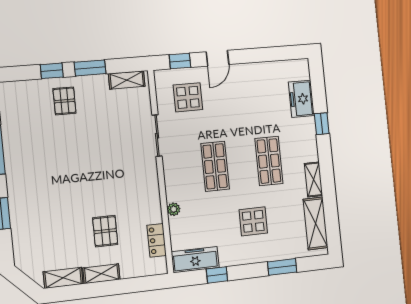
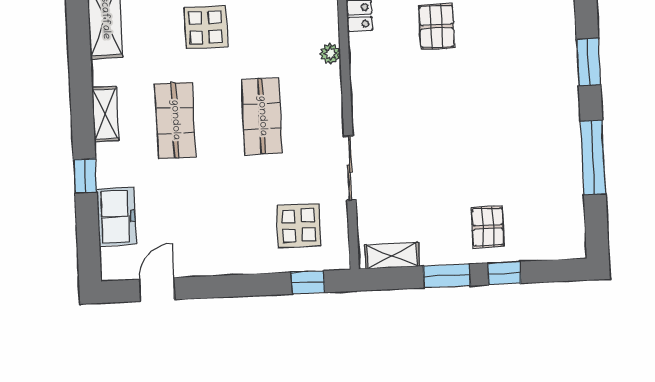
door: (218, 58) -> (157, 290), moved
shelving: (314, 179) -> (105, 114), moved

